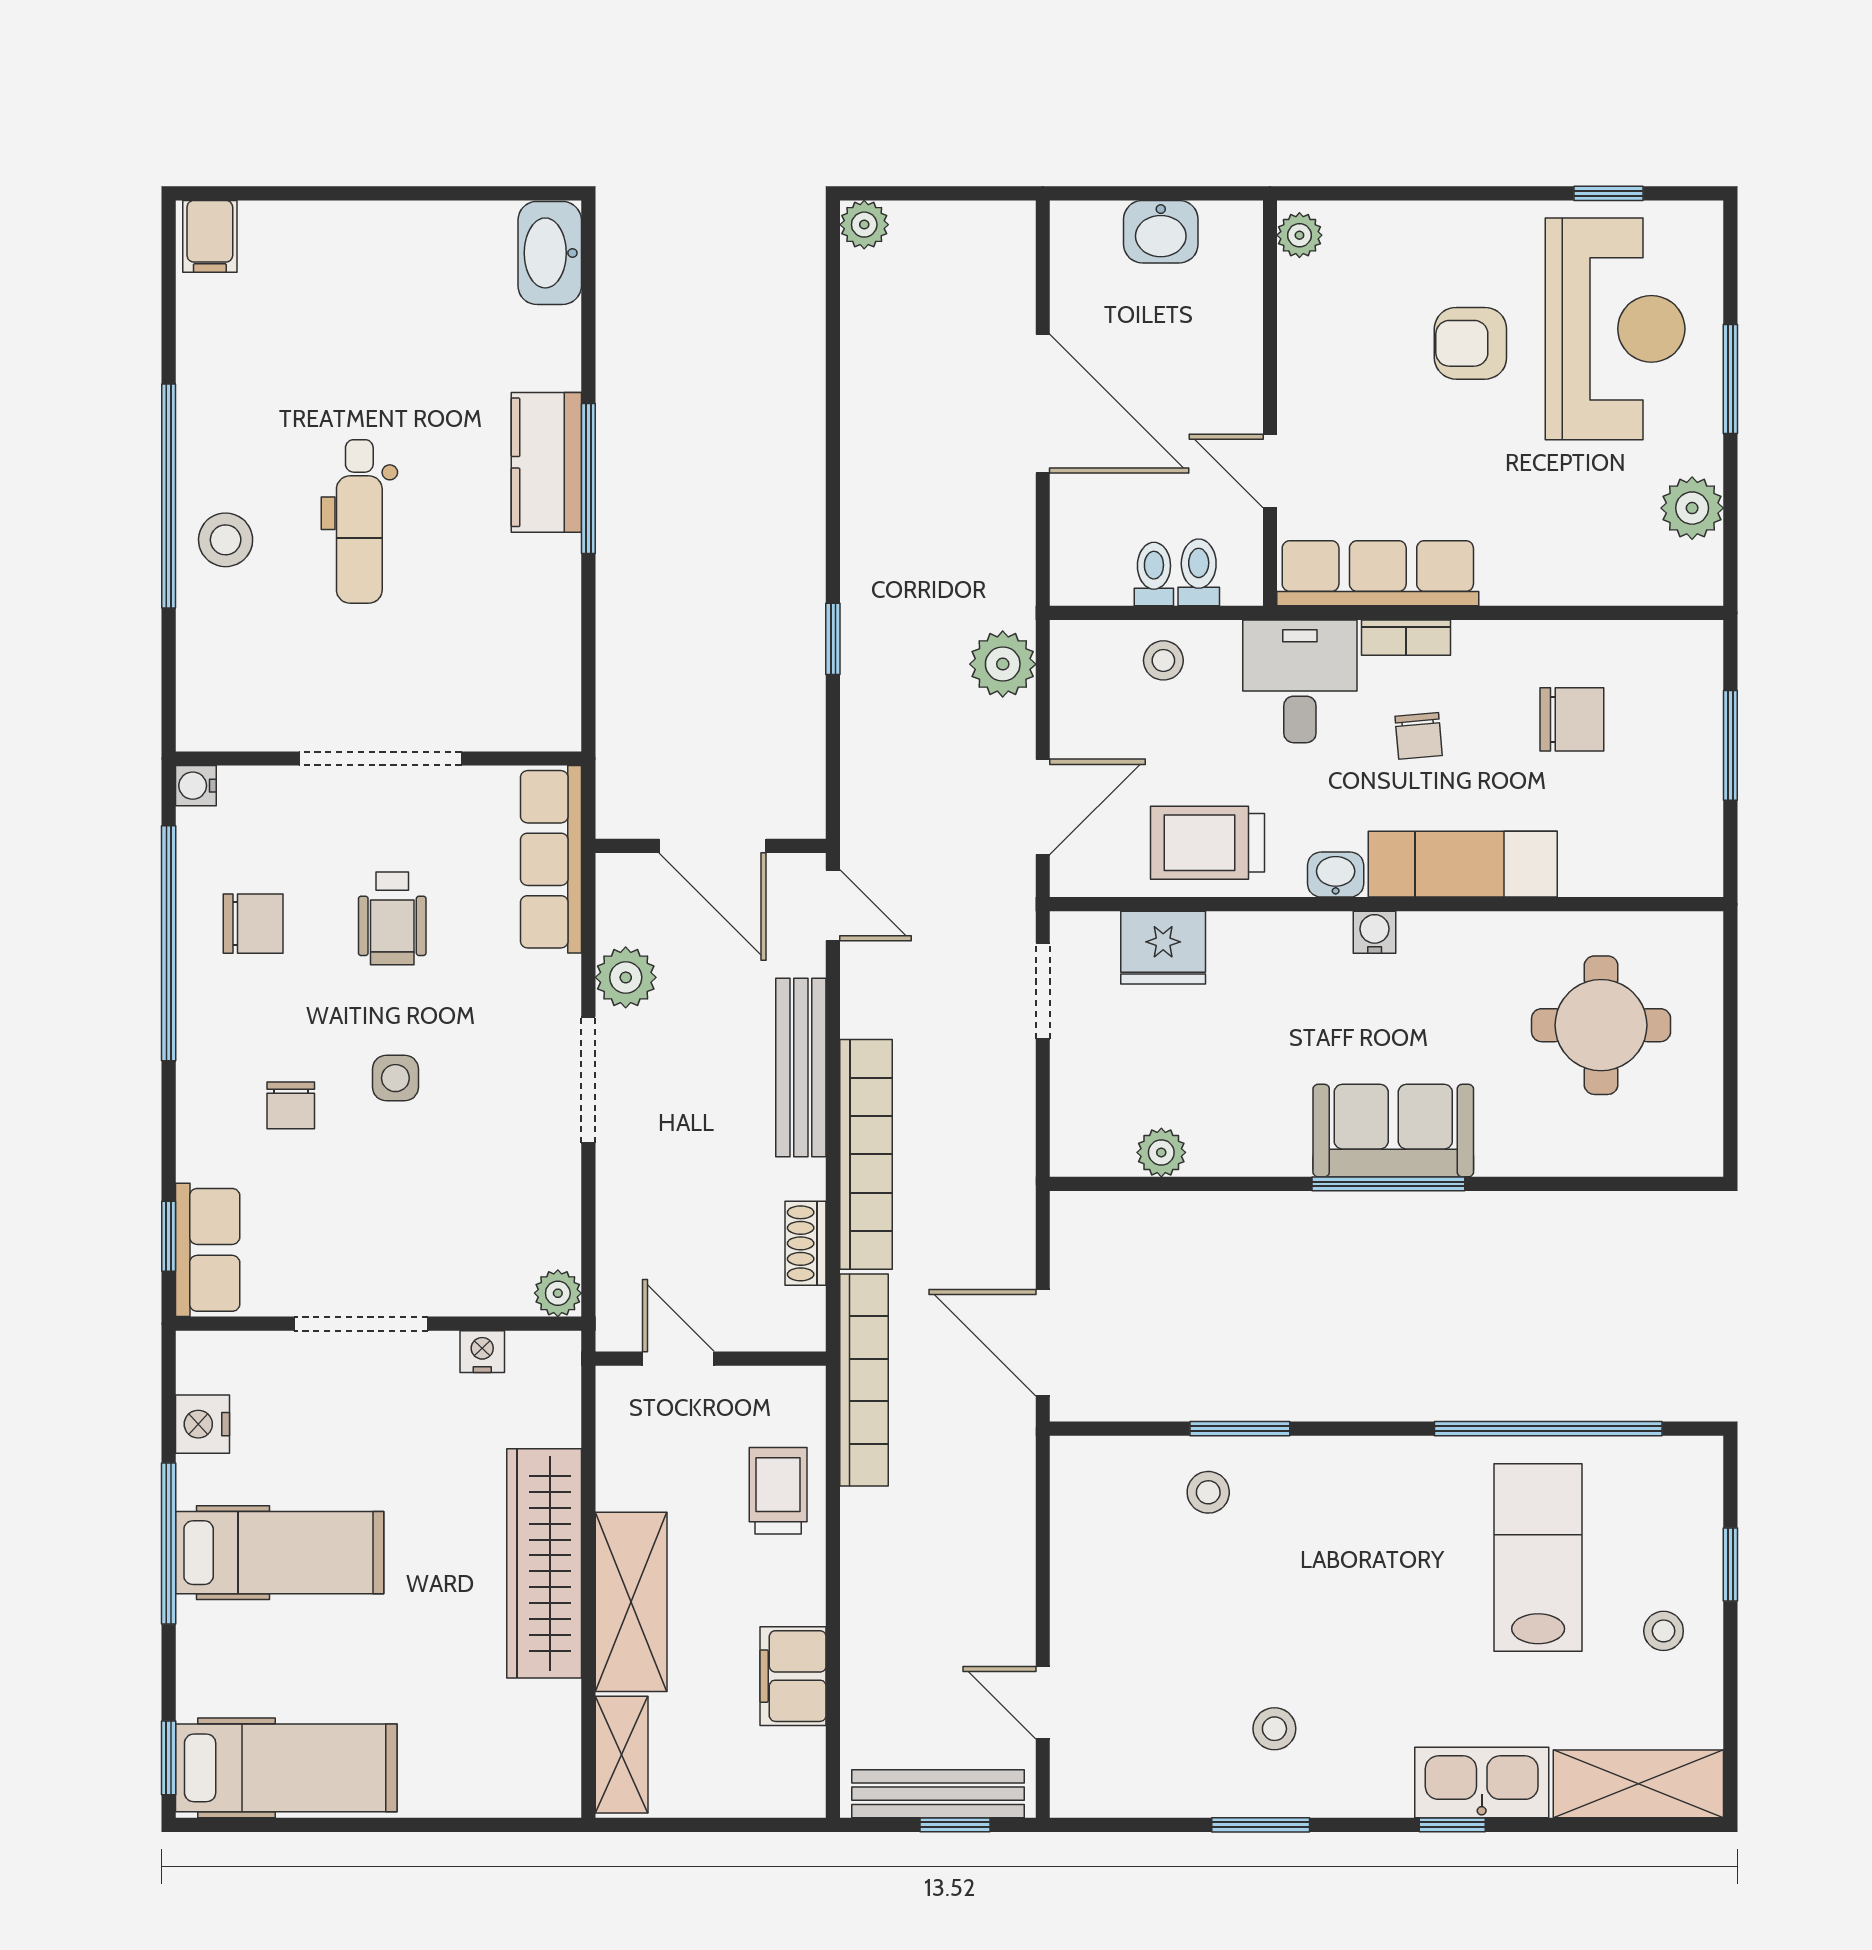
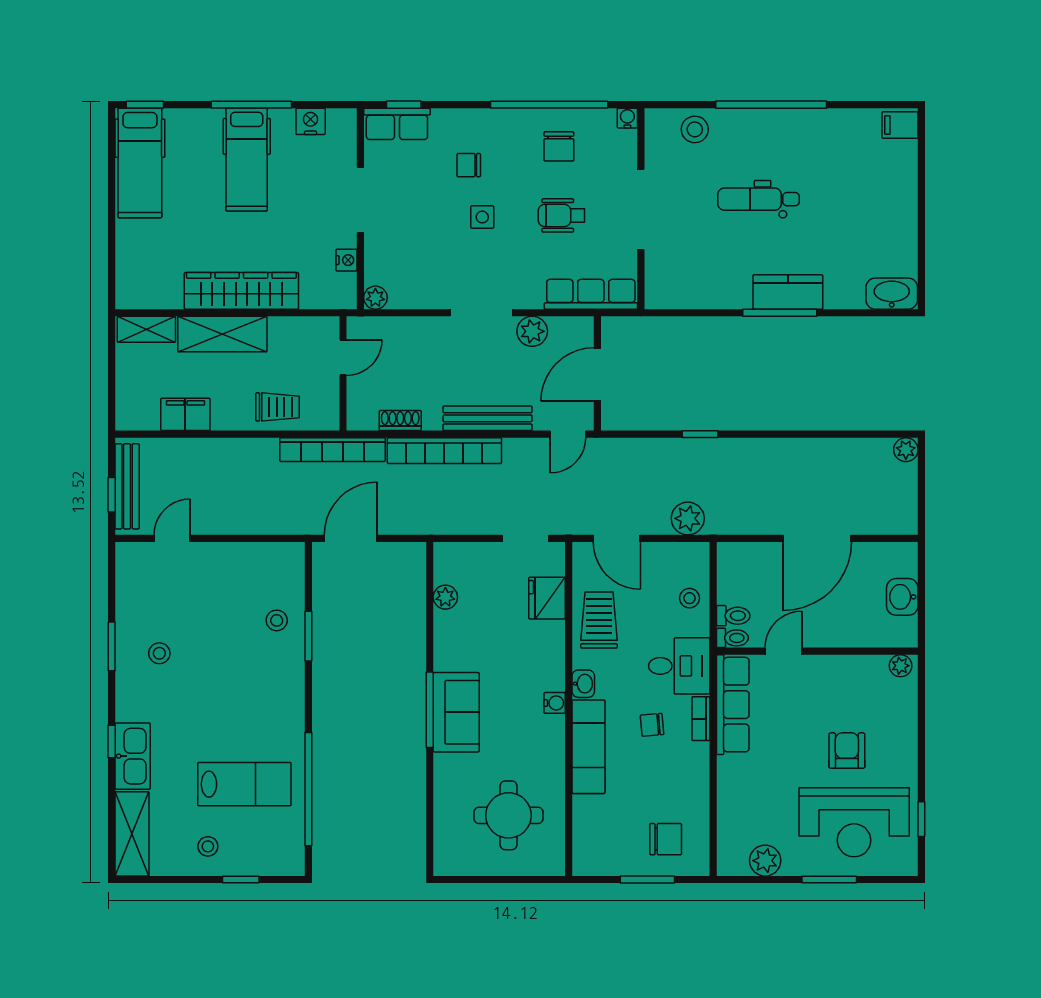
stool: (226, 540) -> (695, 129), moved
toilet: (1154, 574) -> (732, 638), moved
chair: (1572, 719) -> (666, 839), moved, turned -90

